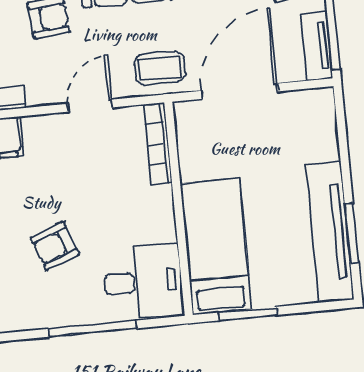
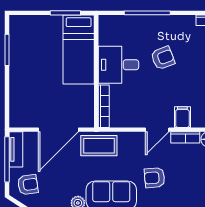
coffee table: (160, 68) -> (99, 146), width x1.36, depth x1.30
door: (90, 106) -> (157, 130), moved
tv unit: (330, 232) -> (18, 51), removed
desk: (143, 282) -> (118, 65), moved

